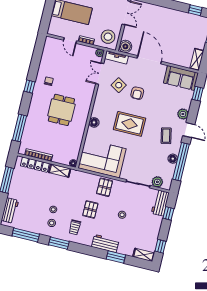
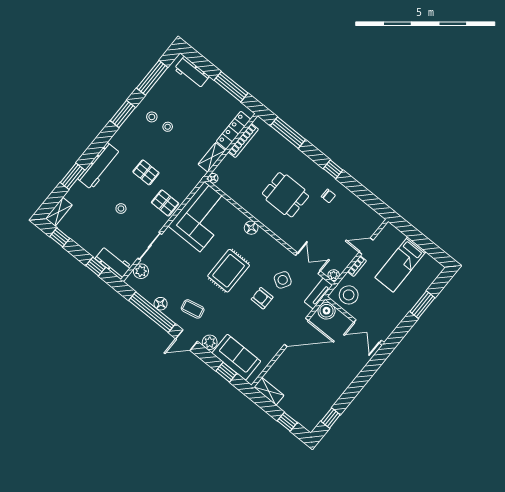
sofa: (181, 78) -> (236, 357), moved, turned 90
trolley: (75, 227) -> (133, 143), removed
workbench: (105, 244) -> (99, 166), width x1.37

